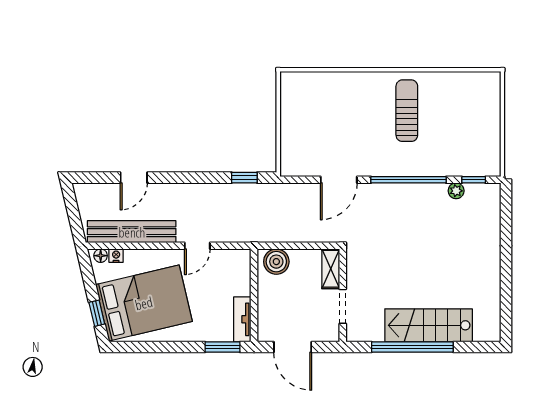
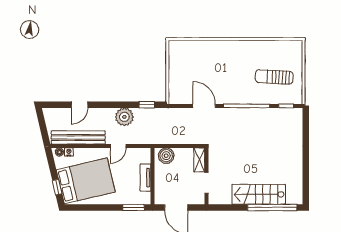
sun lounger: (407, 111) -> (274, 77), moved, turned -87
door: (339, 180) -> (204, 106), swing flipped
plant: (456, 191) -> (124, 117), moved, width x1.88, depth x1.88
tv unit: (242, 319) -> (145, 178), moved
window: (412, 347) -> (272, 208), moved

